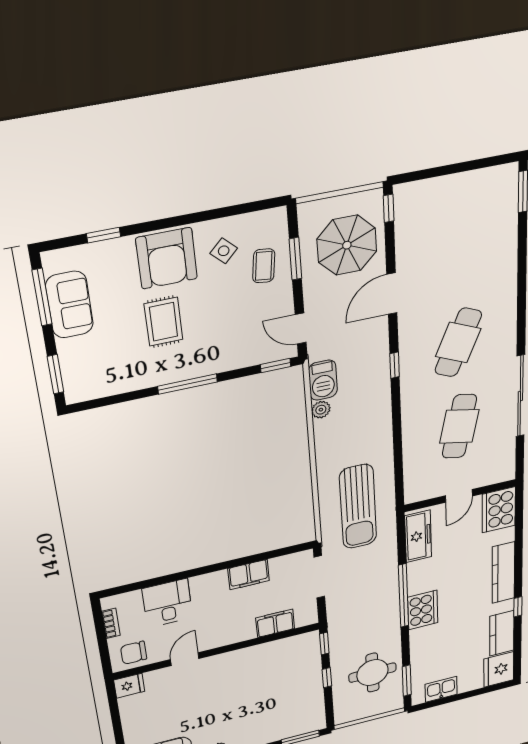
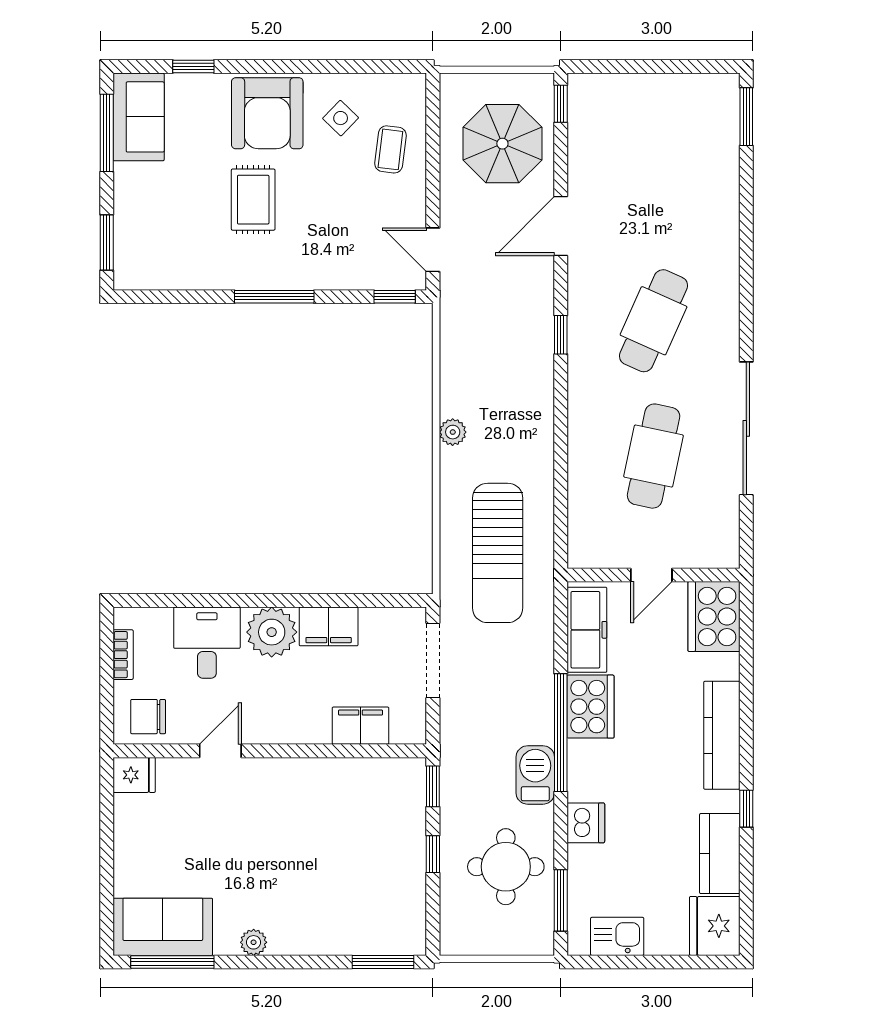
window: (295, 259) -> (433, 148), removed
sofa: (69, 305) -> (139, 117), moved
barbecue: (323, 380) -> (535, 775), moved, turned 180
plant: (321, 410) -> (453, 432), moved
plant: (211, 587) -> (272, 632), added
cooker: (423, 610) -> (591, 707), moved
dishwasher: (421, 638) -> (586, 823), added

